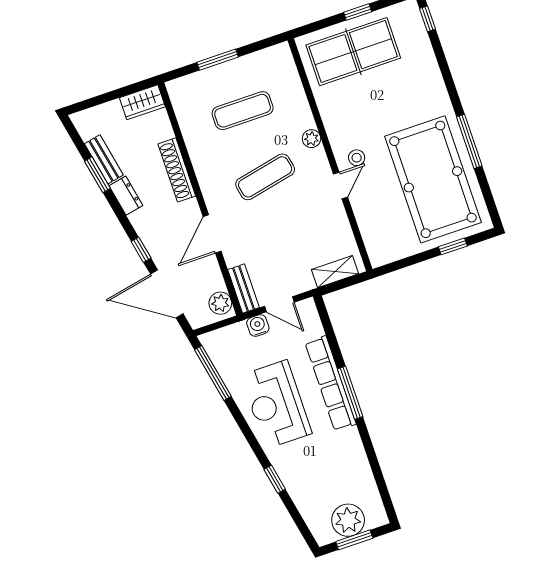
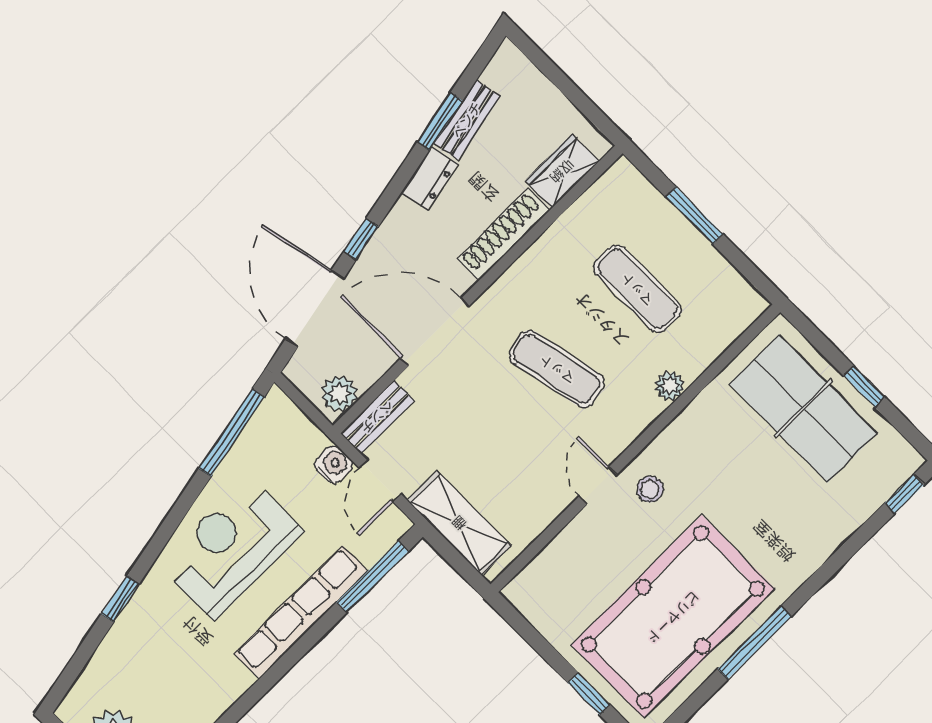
wardrobe: (142, 102) -> (562, 171), moved, turned 90
plant: (312, 139) -> (670, 386), moved
door: (341, 186) -> (598, 486), swing flipped
door: (212, 234) -> (435, 332), width x1.36
shelving: (335, 272) -> (459, 523), width x1.50, depth x1.33
window: (350, 393) -> (372, 577), moved

